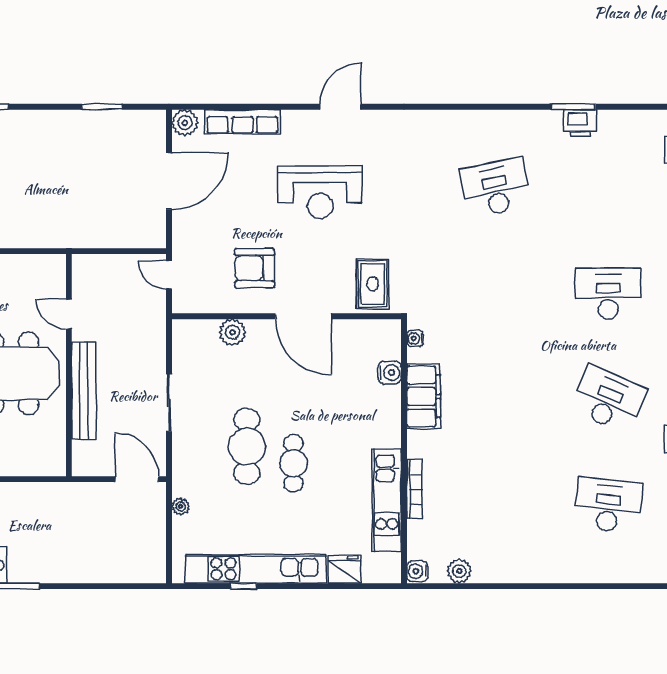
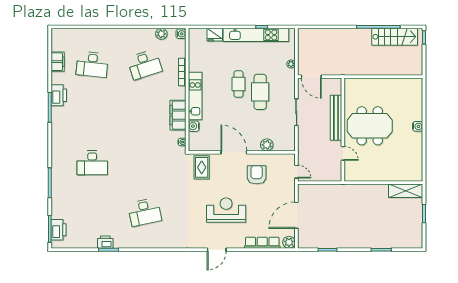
armchair: (255, 268) -> (257, 175), turned -90
desk: (608, 399) -> (145, 64), moved, turned -42
kitchen unit: (387, 500) -> (195, 96), moved

